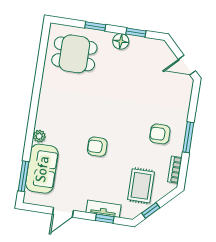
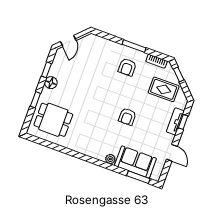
dining table: (74, 54) -> (53, 120), turned 90
door: (187, 65) -> (68, 41), moved
window: (151, 210) -> (179, 74), moved

